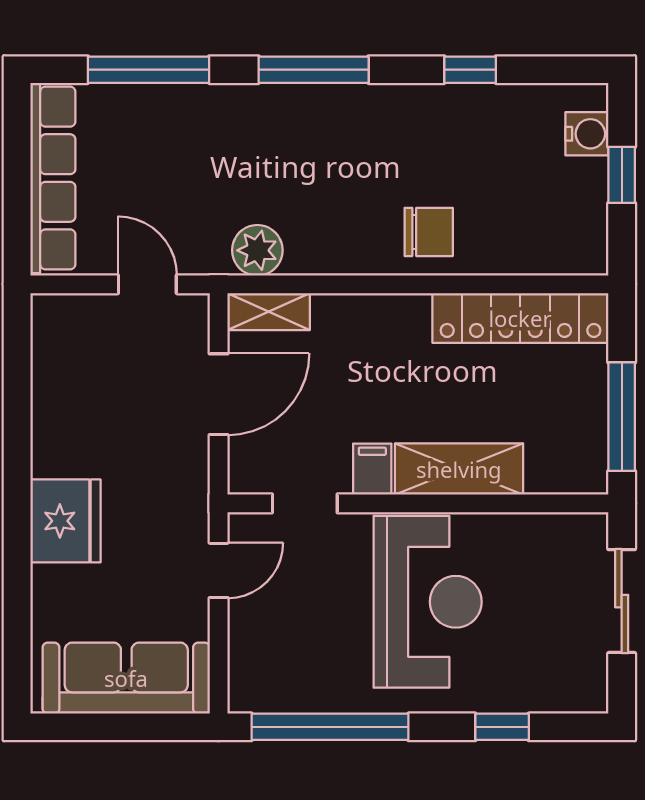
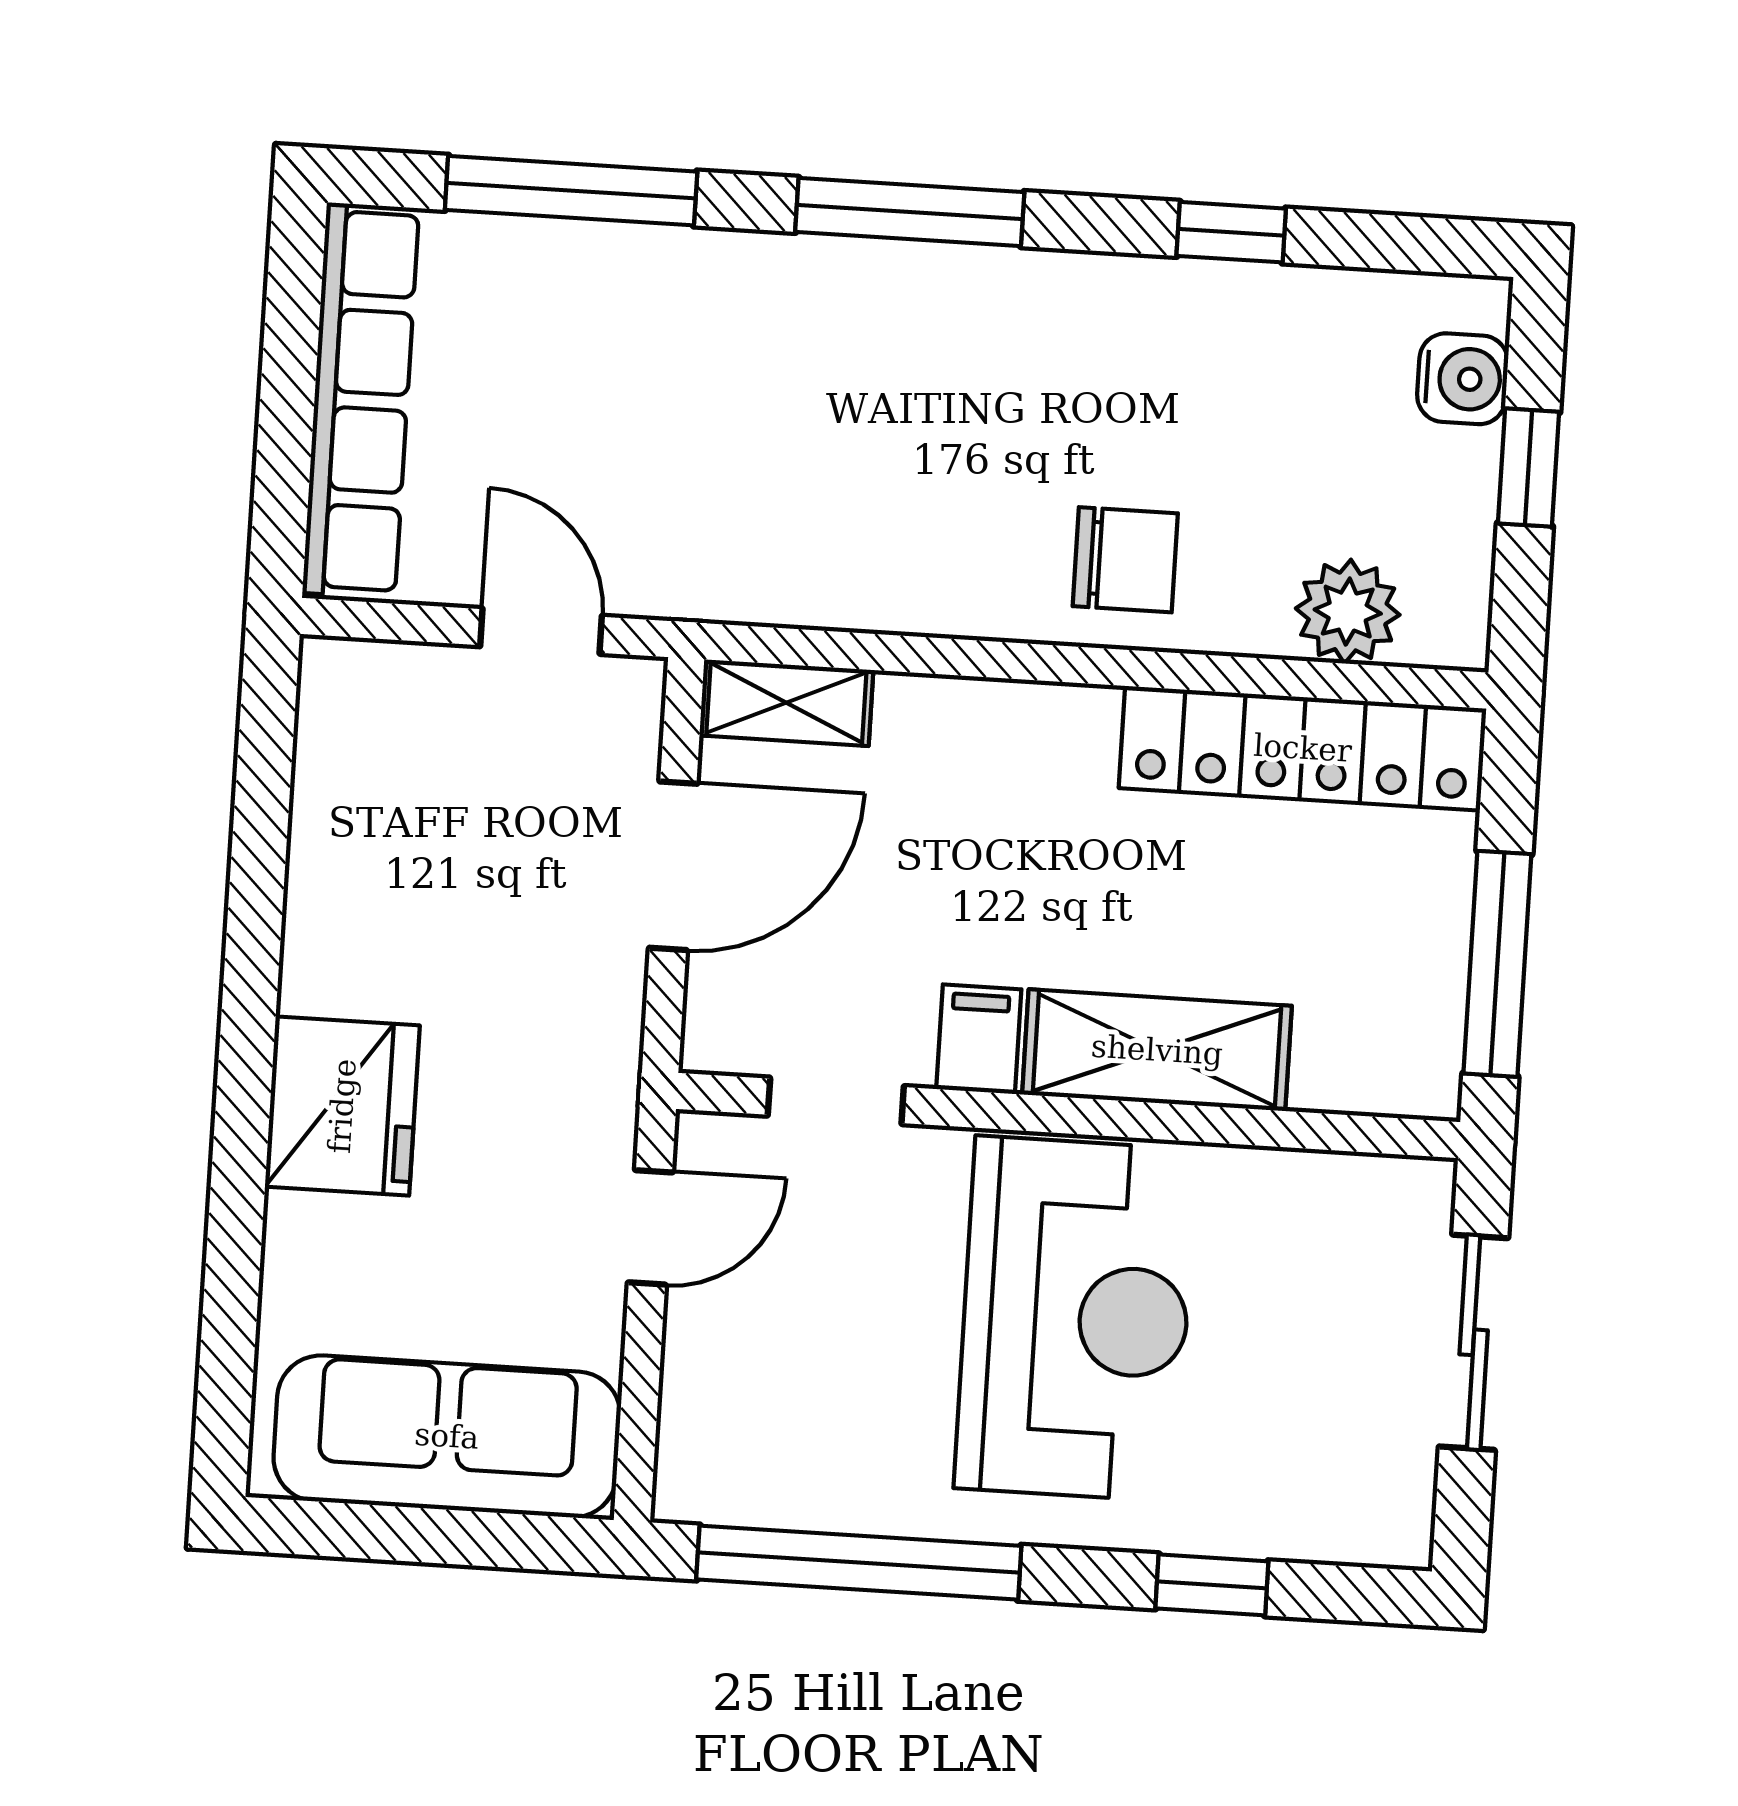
plant: (257, 250) -> (1348, 612), moved

